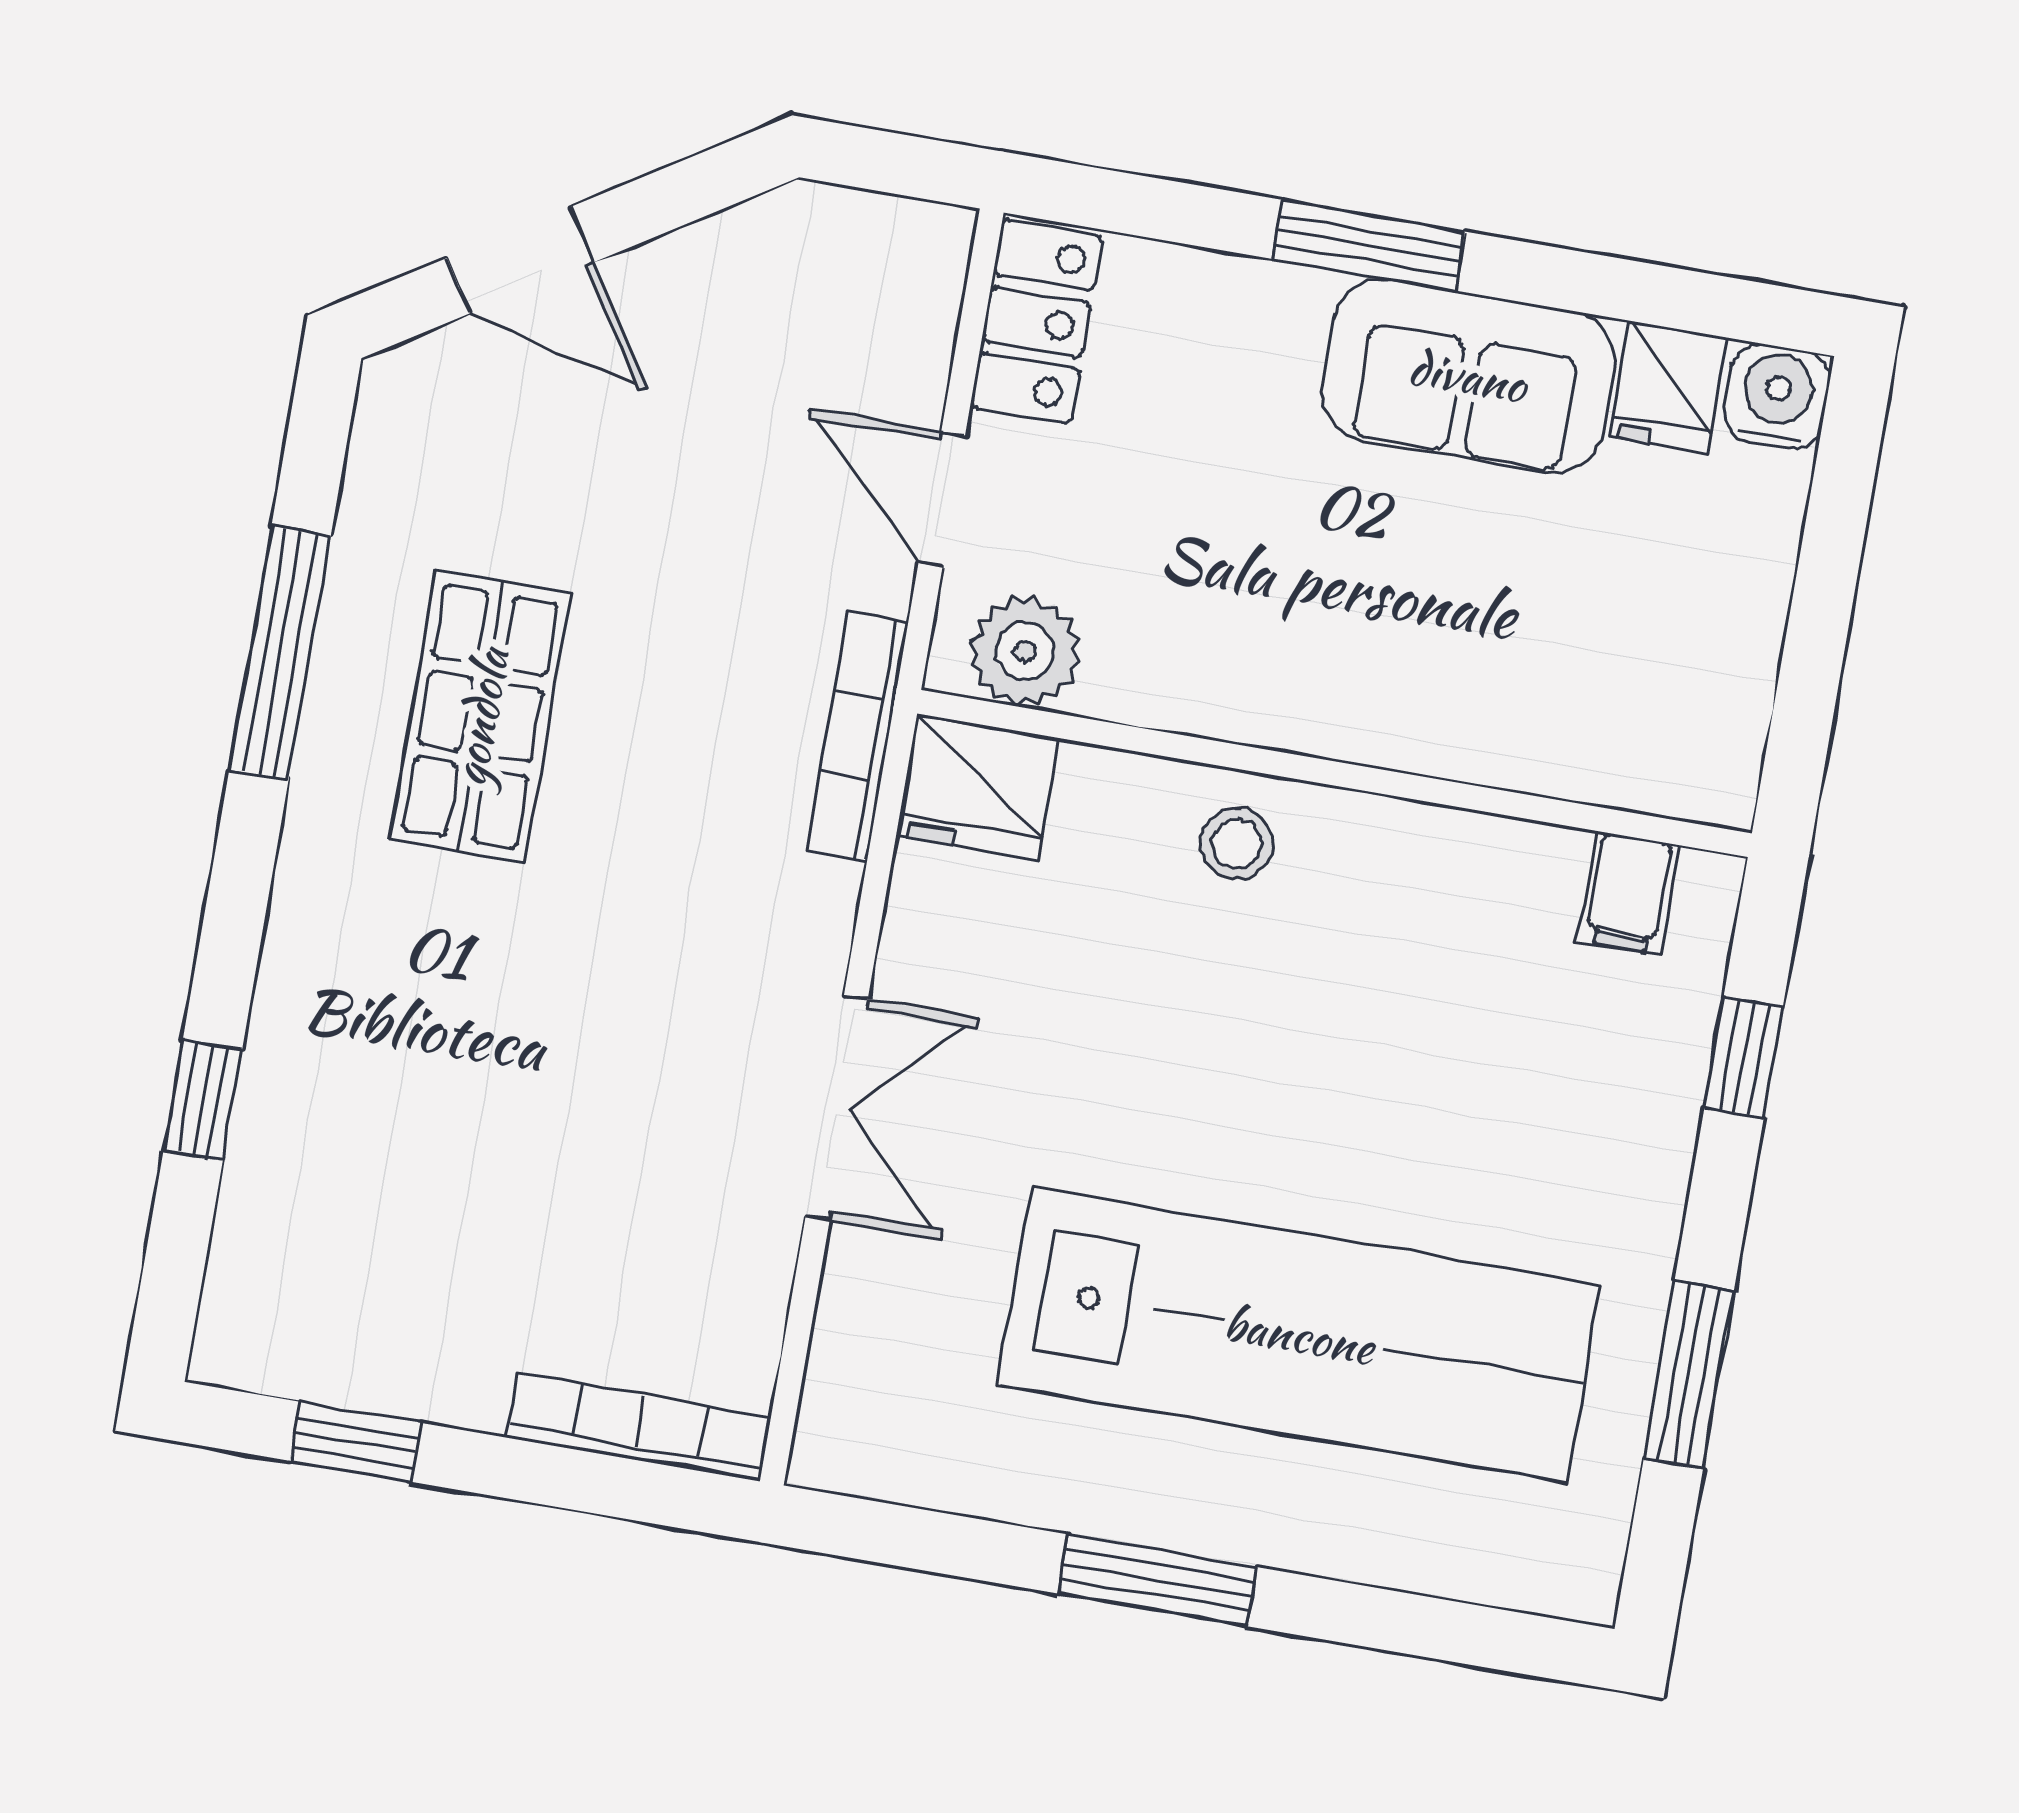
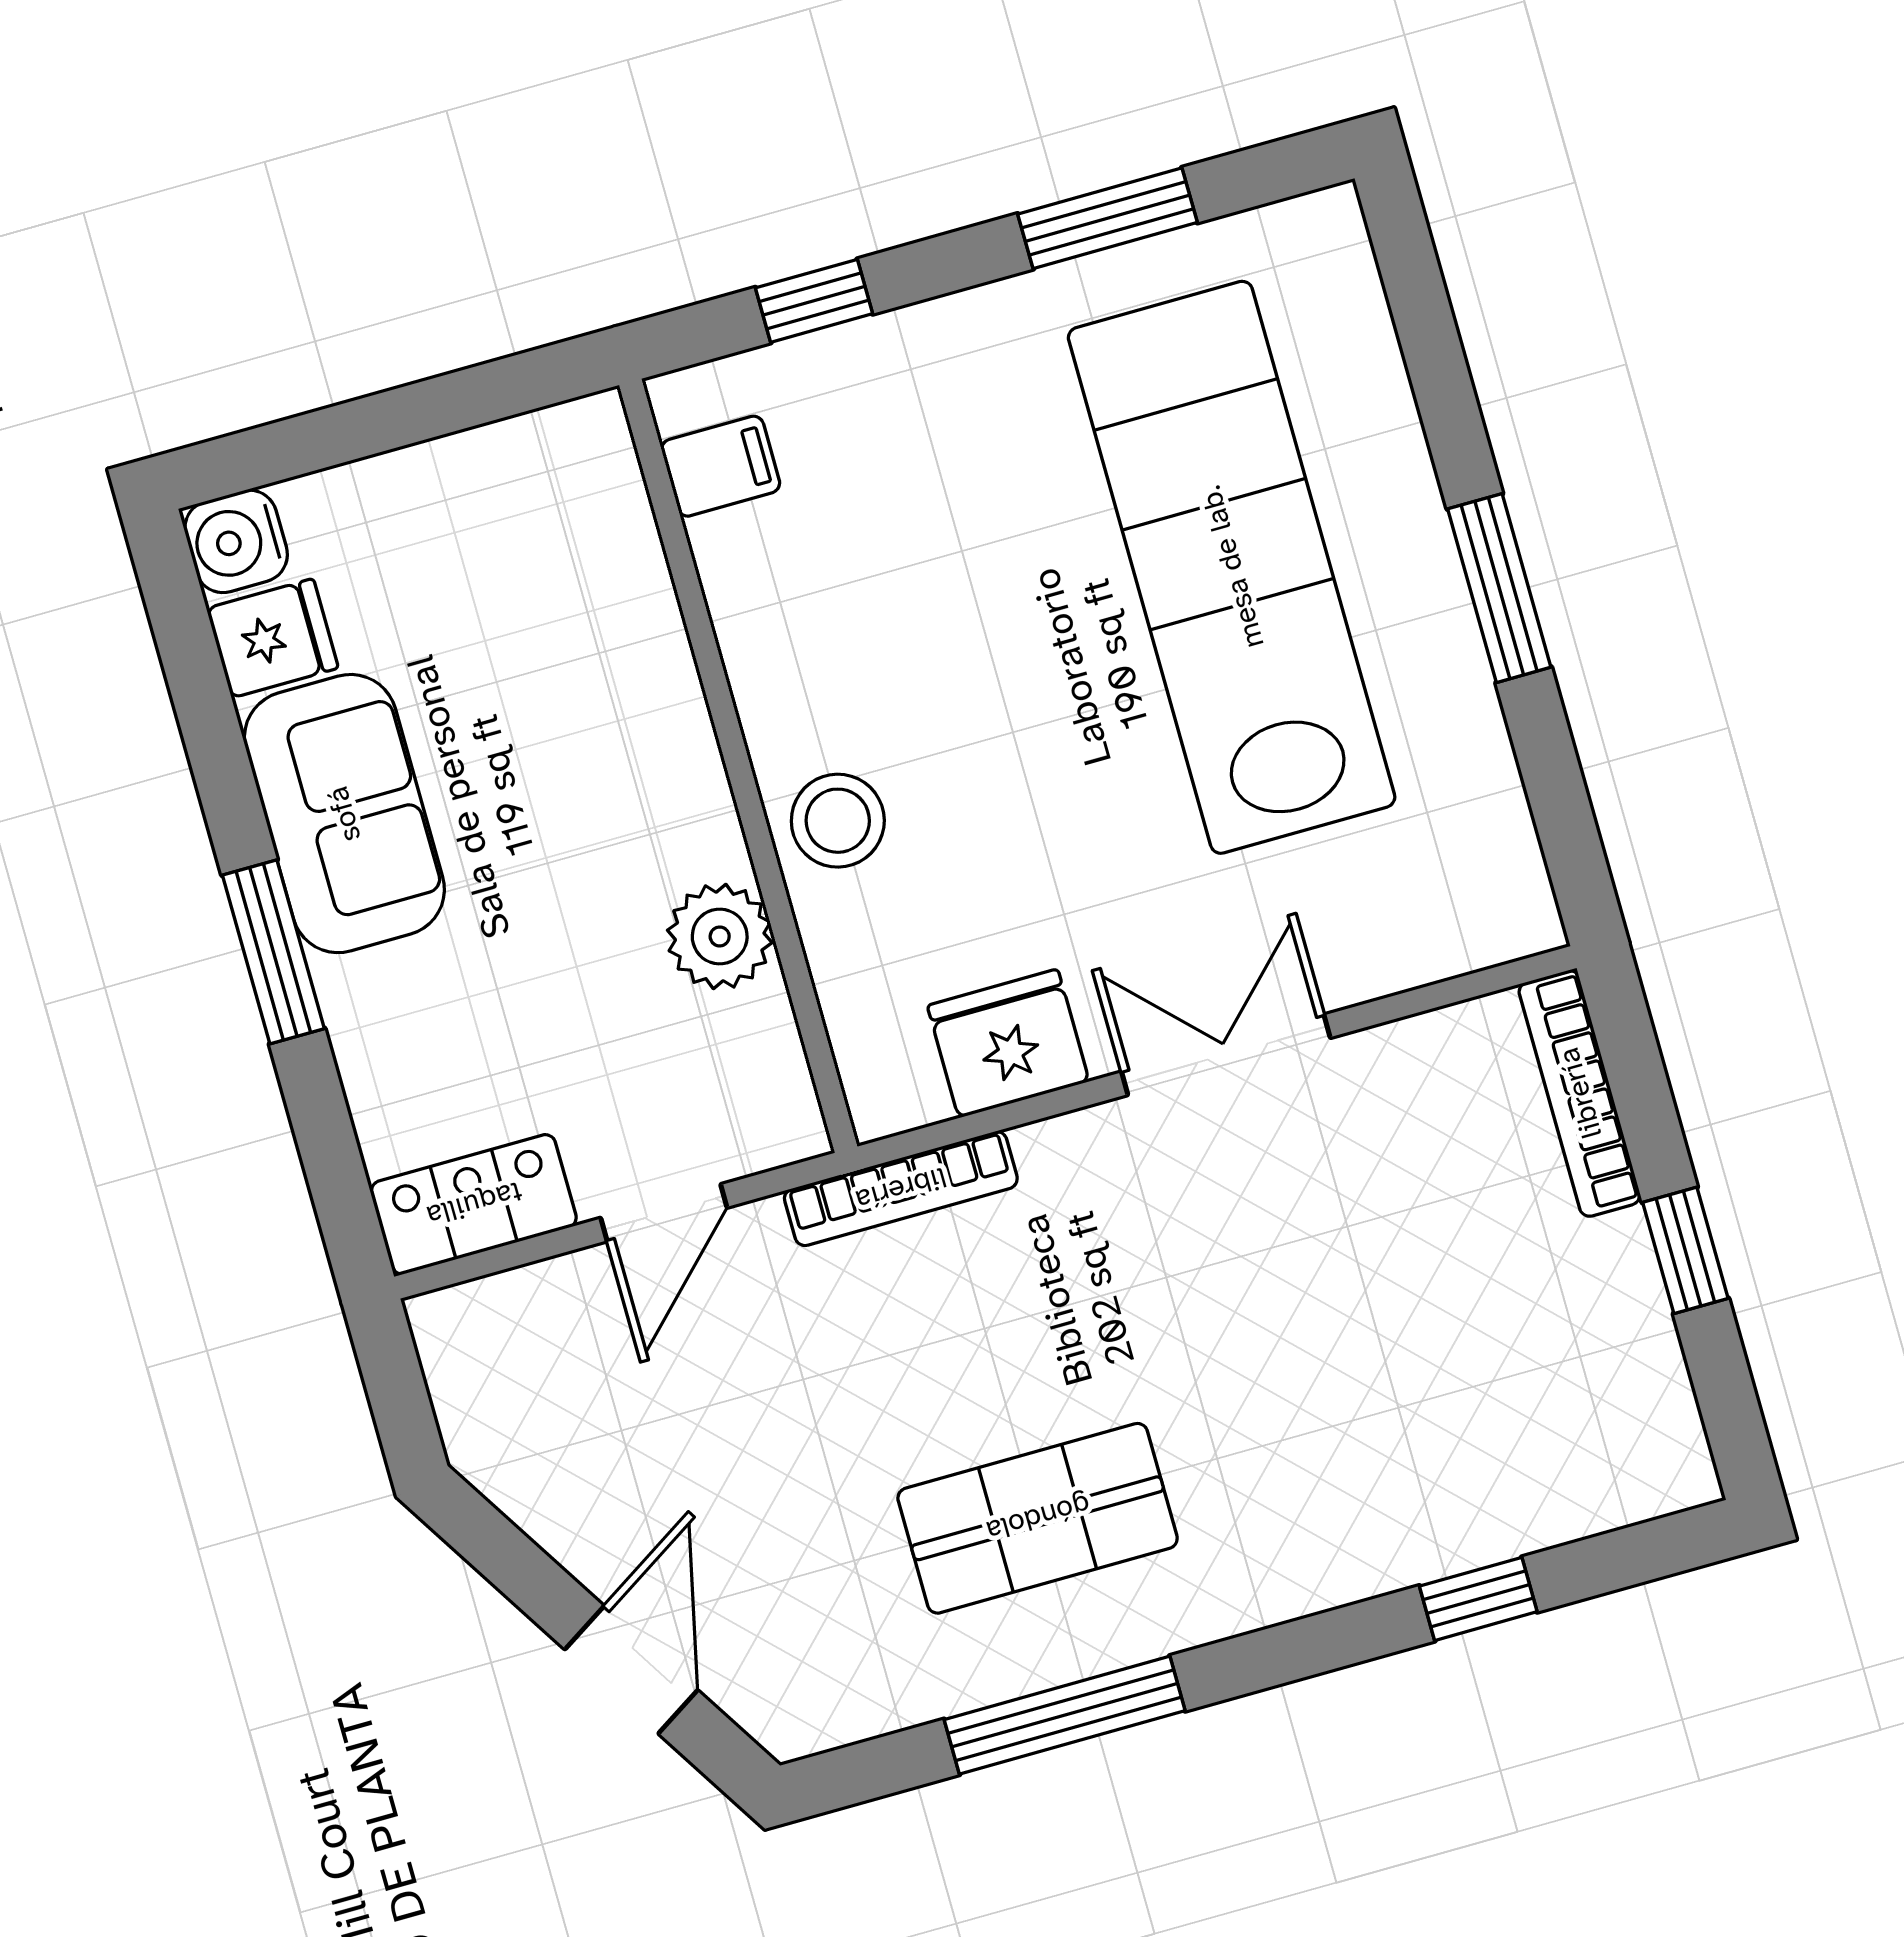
plant: (1025, 651) -> (720, 936), moved
fridge: (977, 787) -> (1008, 1043), moved, turned -90
stool: (1237, 843) -> (838, 821), width x1.37, depth x1.37
window: (355, 1442) -> (1685, 1250), moved

